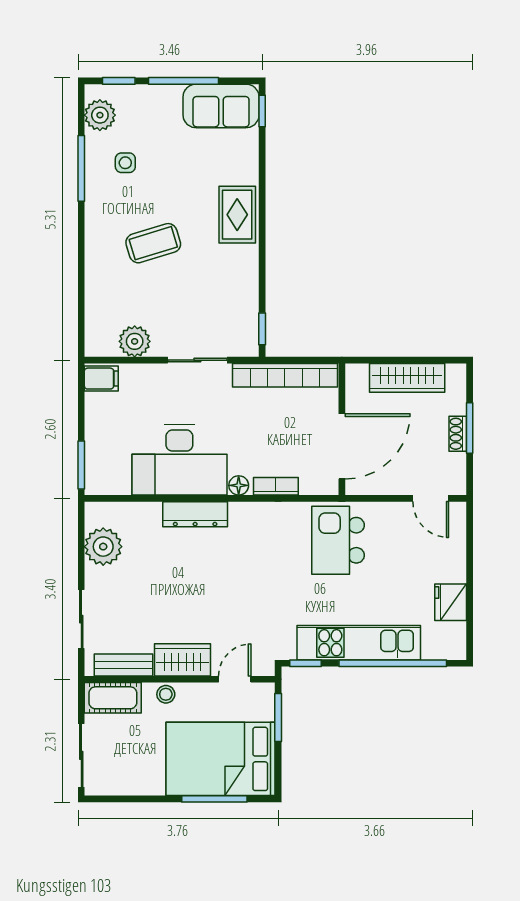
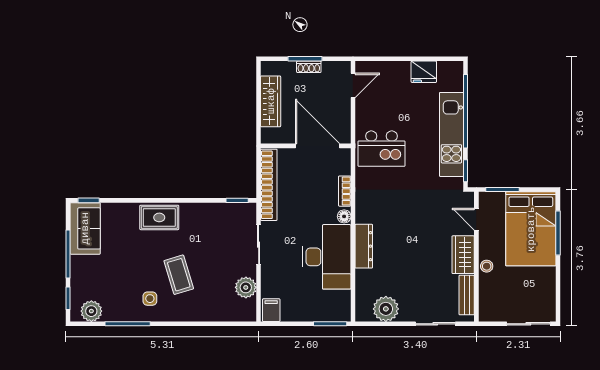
side table: (125, 163) -> (150, 299), moved
cot: (113, 698) -> (489, 302), removed

